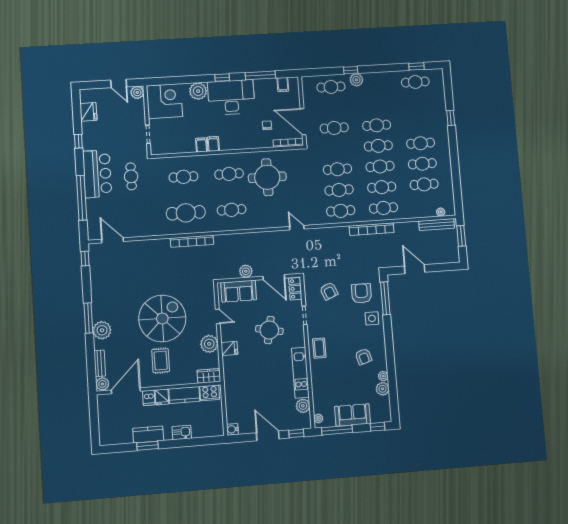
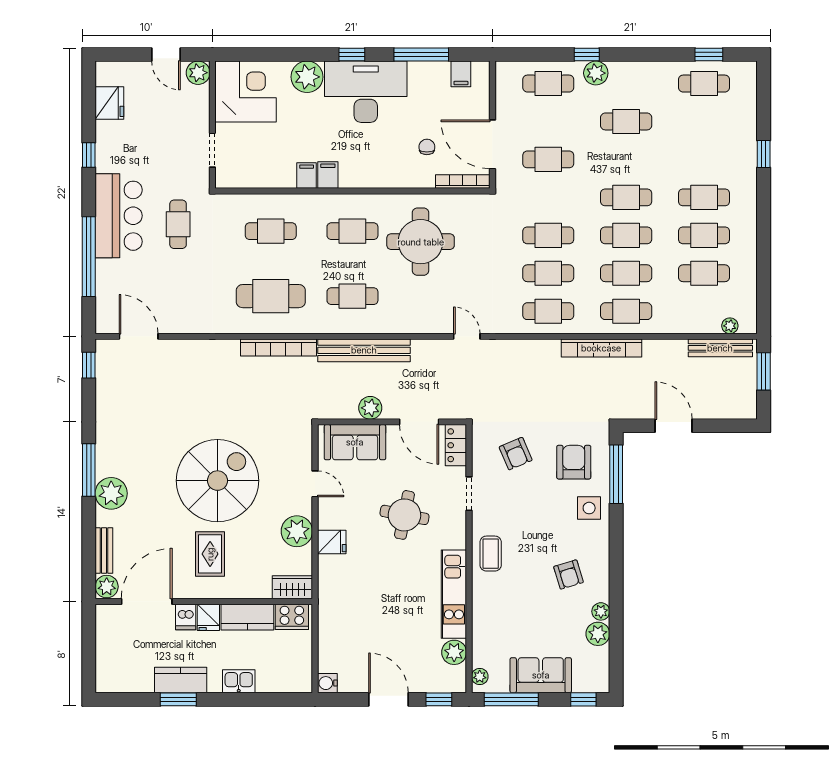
cafe table: (377, 125) -> (626, 121), moved
bench: (240, 239) -> (364, 350), added

